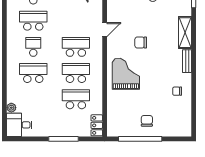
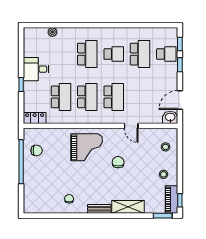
chair: (147, 121) -> (37, 150), moved
desk: (19, 125) -> (36, 69), moved, turned -90
window: (64, 139) -> (21, 85), width x0.46

